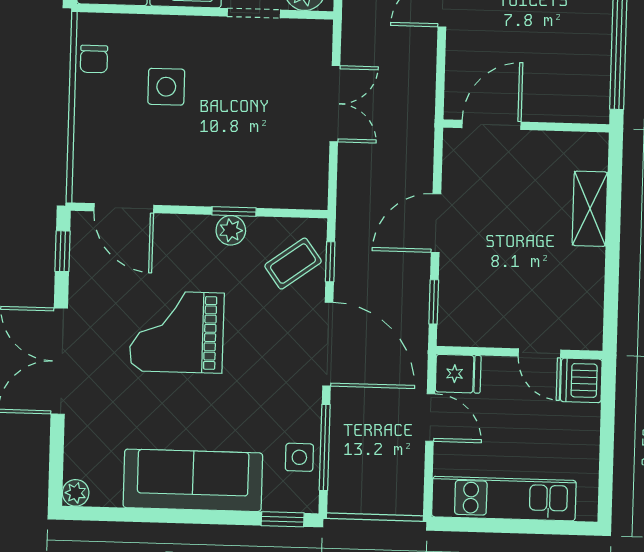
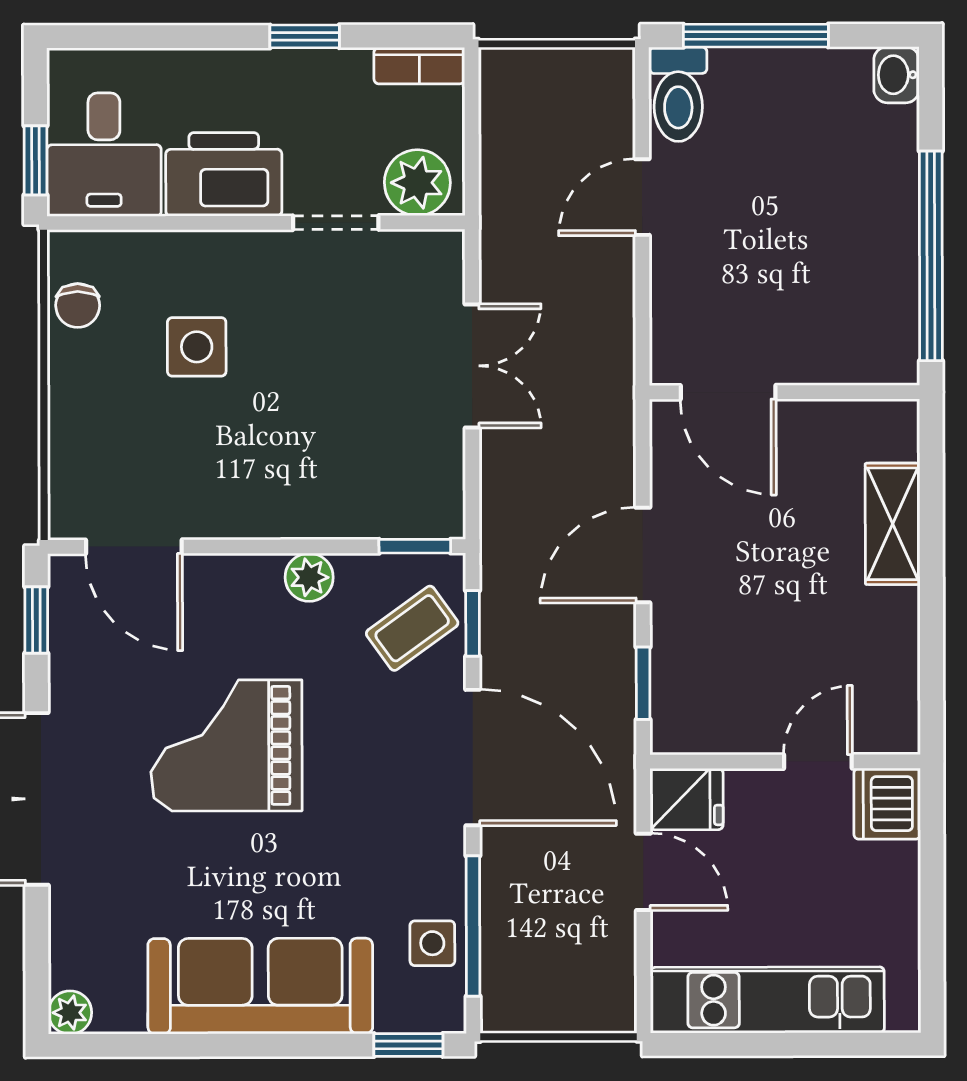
door: (492, 125) -> (728, 392), swing flipped
window: (234, 211) -> (415, 546), moved
door: (540, 353) -> (818, 761), swing flipped

